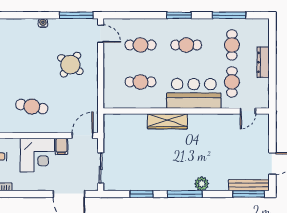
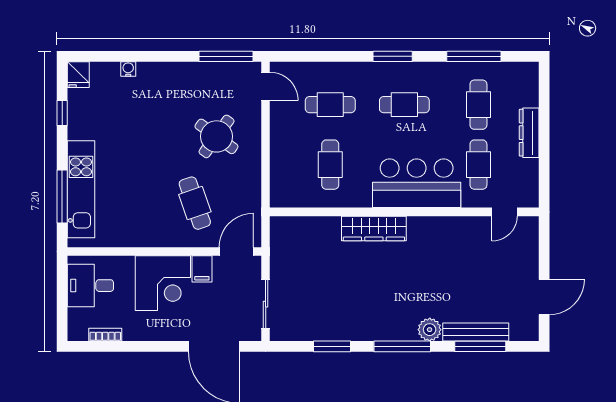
water cooler: (43, 23) -> (128, 69), moved
cafe table: (141, 82) -> (330, 165), turned 90
cafe table: (32, 107) -> (195, 203), moved, turned 60
bench: (249, 185) -> (476, 332), moved
window: (249, 194) -> (480, 346), moved

